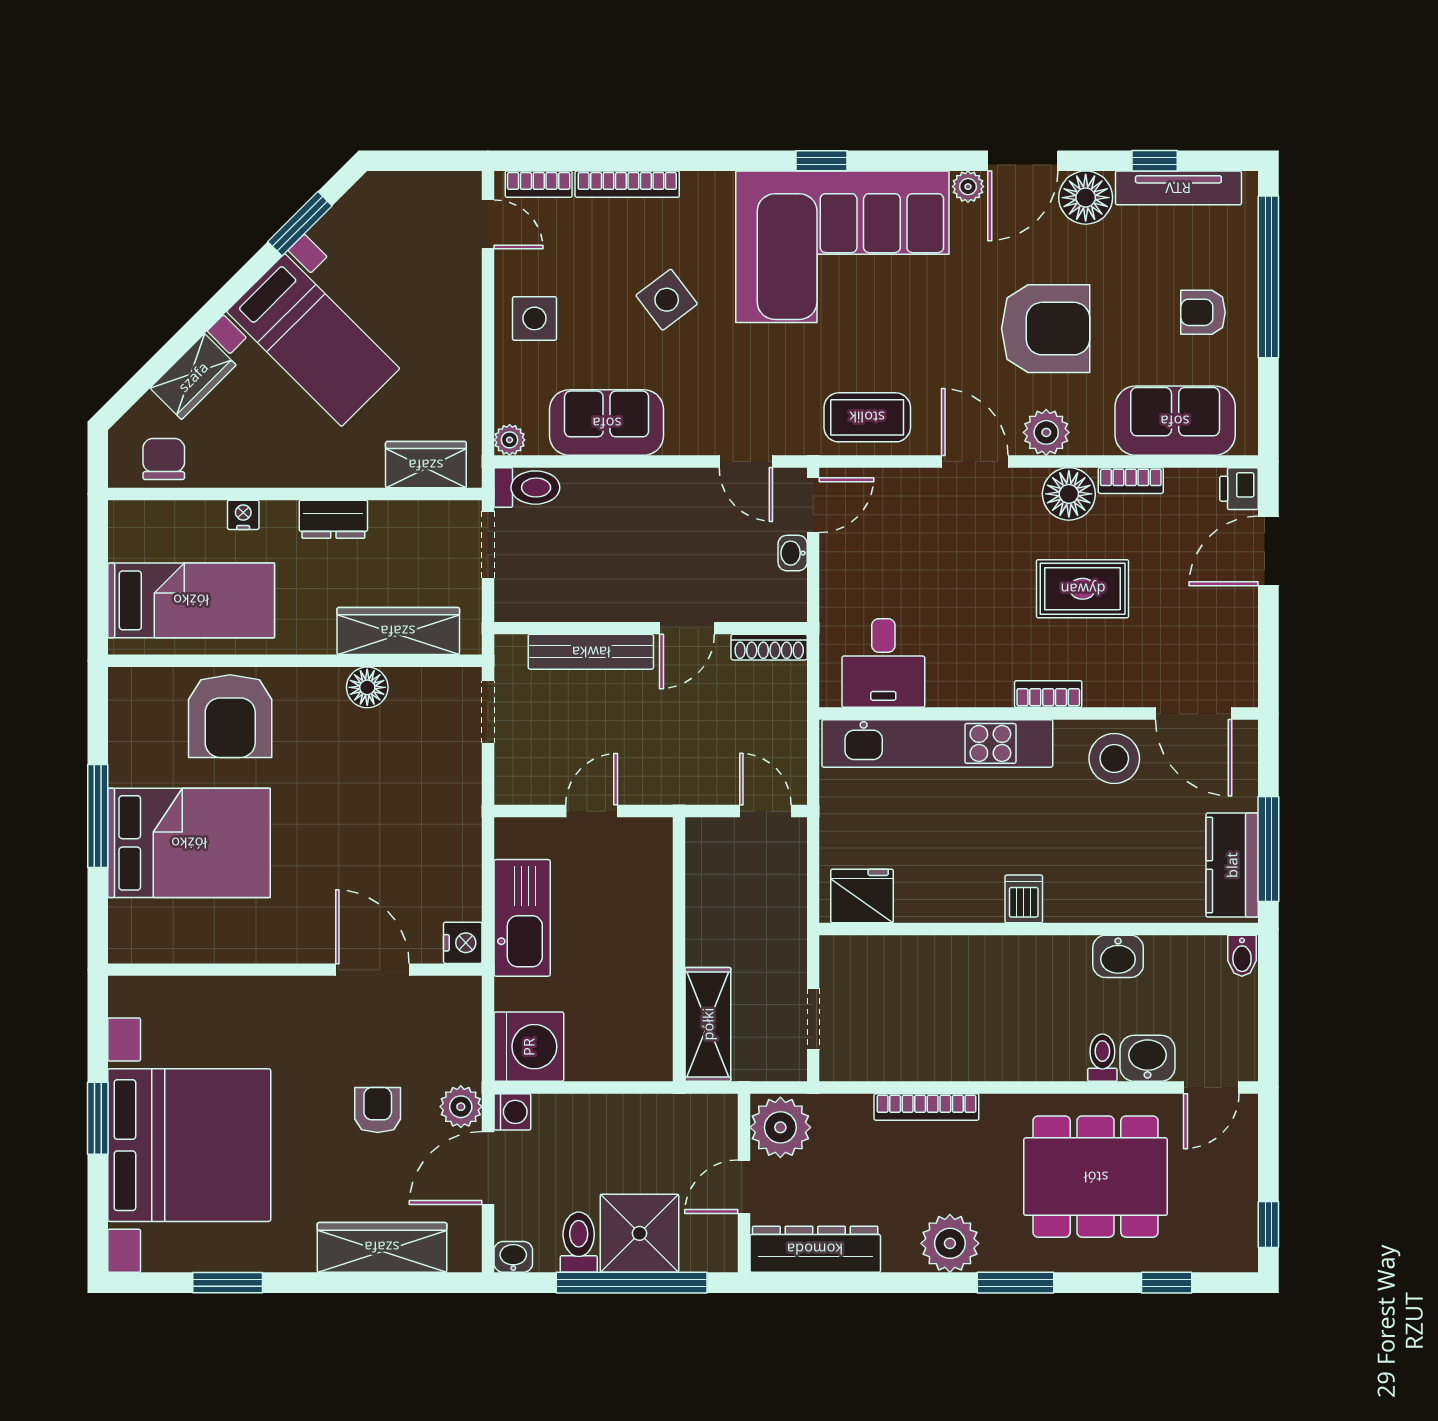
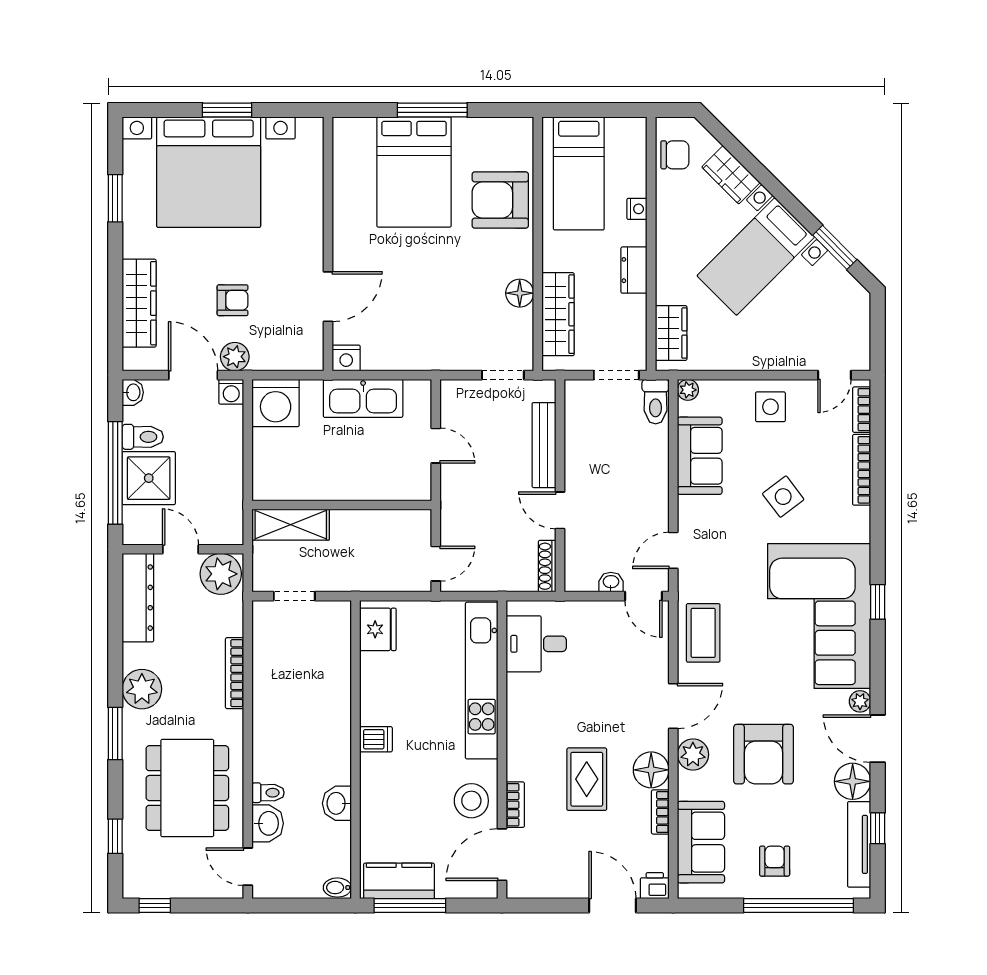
bookcase: (1048, 694) -> (515, 805), moved

